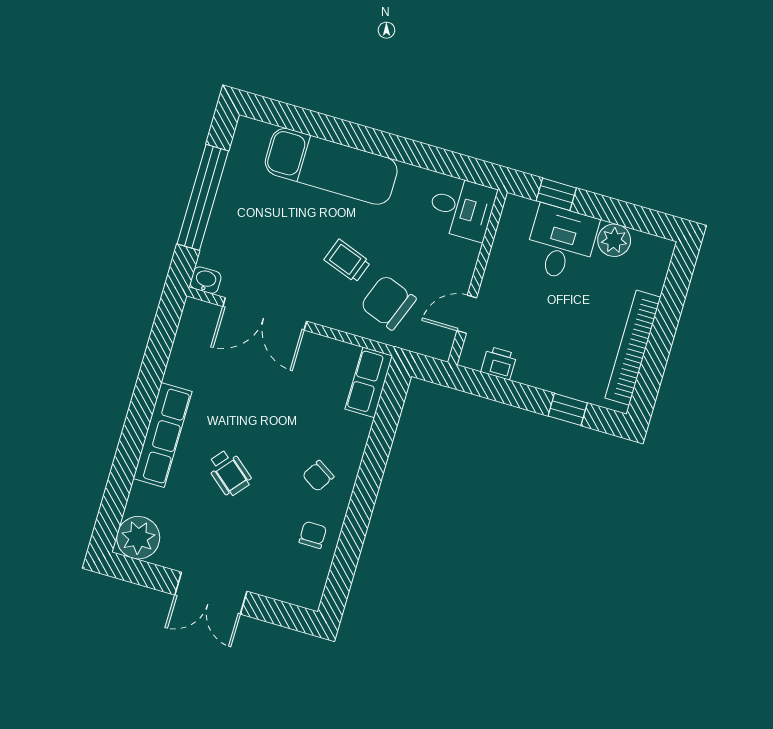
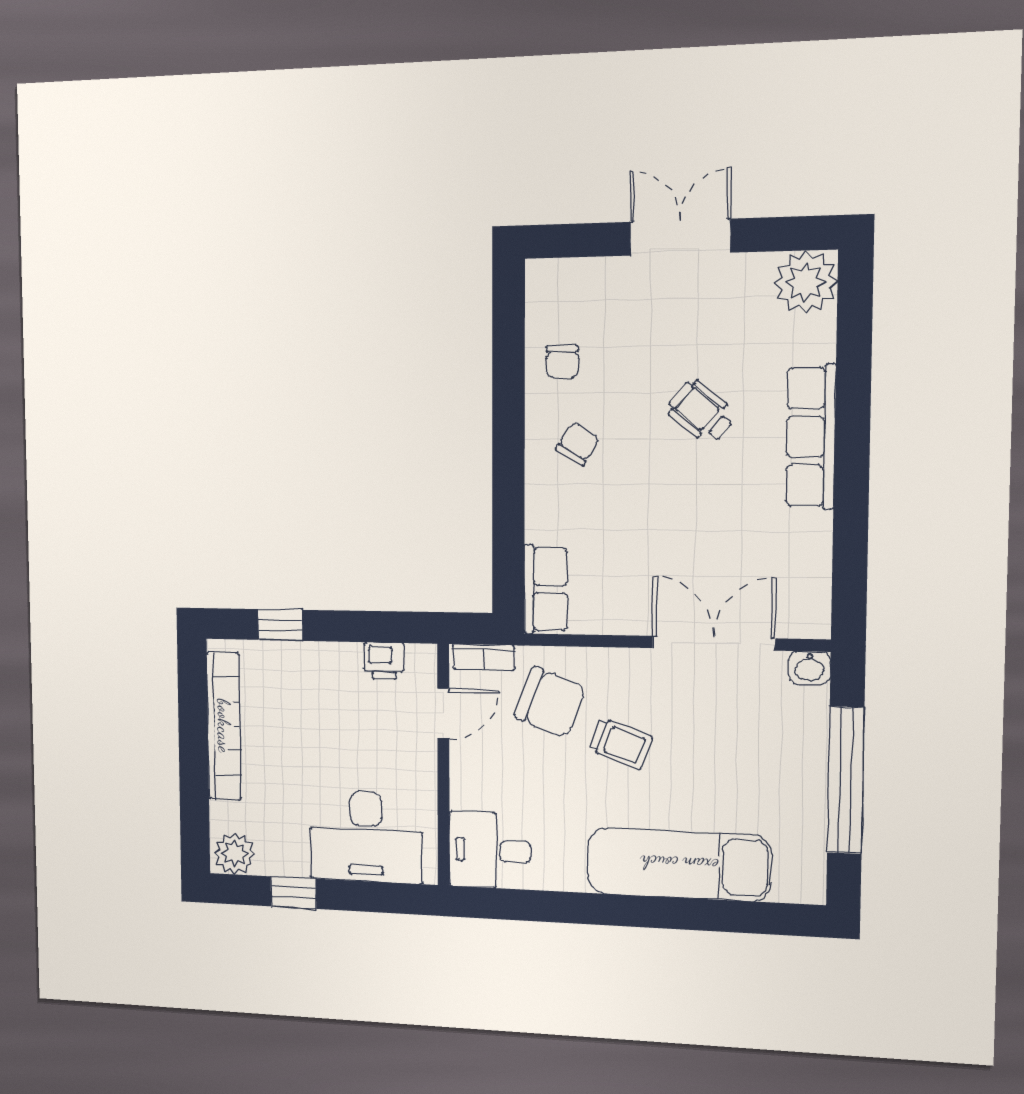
window: (556, 194) -> (293, 893), moved
plant: (614, 240) -> (234, 853), moved
desk: (561, 243) -> (366, 837), width x1.37
bookcase: (426, 347) -> (484, 657), added

